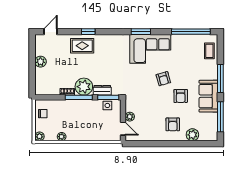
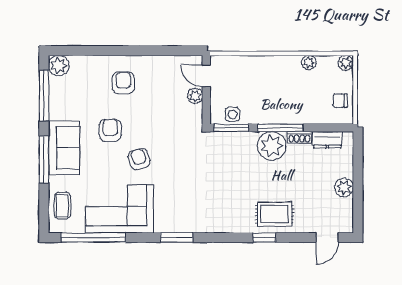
corner sofa: (150, 49) -> (119, 209), moved
dresser: (102, 90) -> (327, 140), moved
sofa: (208, 96) -> (64, 148), moved
plant: (192, 135) -> (59, 66), moved

